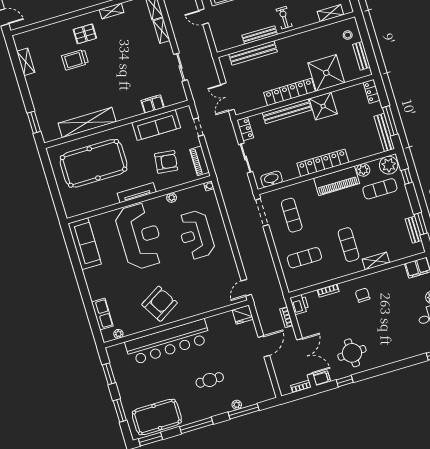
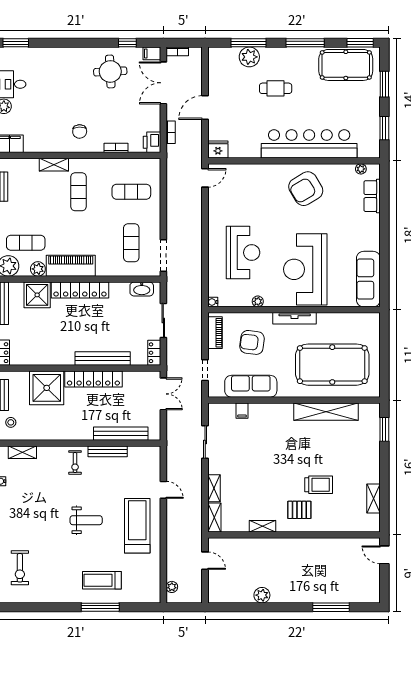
filing cabinet: (153, 104) -> (242, 411), width x0.50
shower: (323, 106) -> (37, 295), moved
plant: (237, 405) -> (249, 57), width x1.87, depth x1.87

